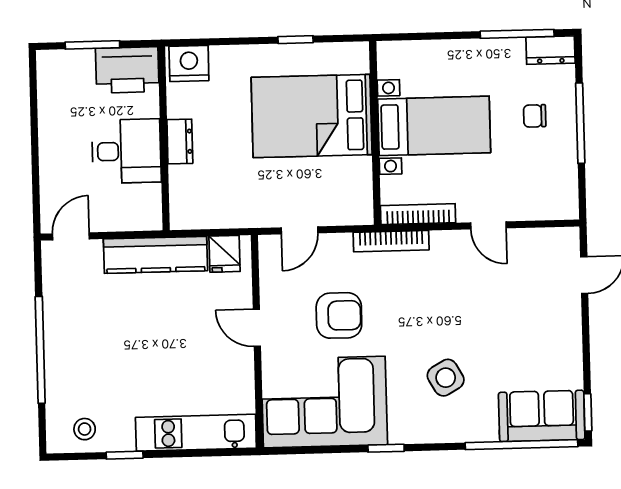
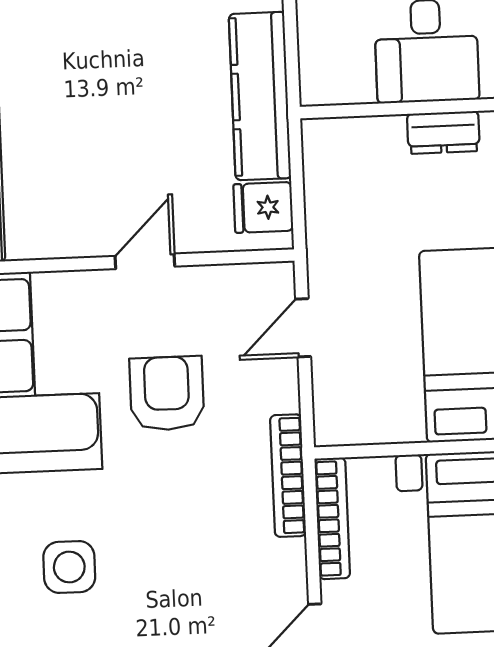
door: (300, 230) -> (303, 328), hinge flipped
armchair: (339, 315) -> (167, 393), turned 180
side table: (446, 378) -> (69, 567), turned 30

